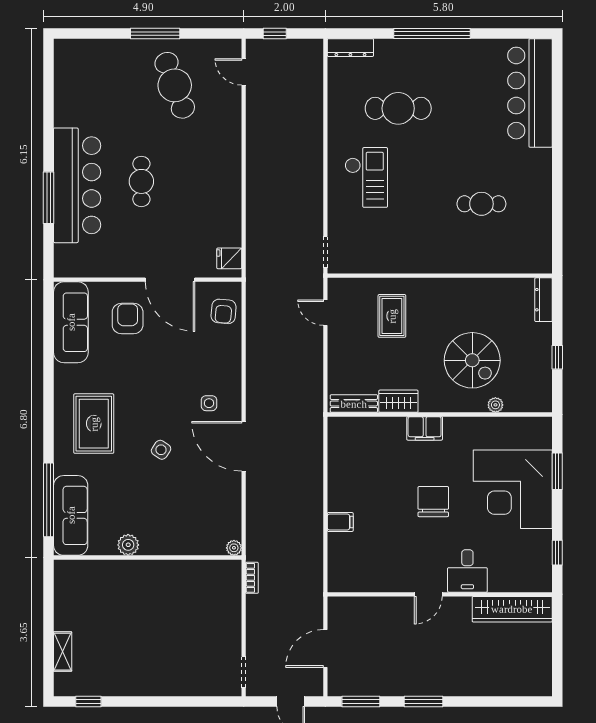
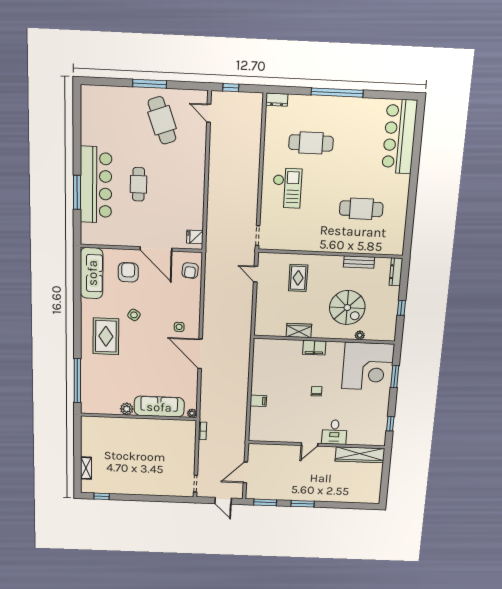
dresser: (350, 48) -> (277, 100), width x0.70
cafe table: (481, 204) -> (361, 209), width x1.37, depth x1.35
bench: (354, 404) -> (359, 262), moved
side table: (161, 450) -> (134, 315), moved
corner desk: (513, 489) -> (368, 366), moved, turned -90
chair: (433, 502) -> (316, 391), width x0.54, depth x0.54
sofa: (71, 515) -> (159, 407), moved, turned -90

